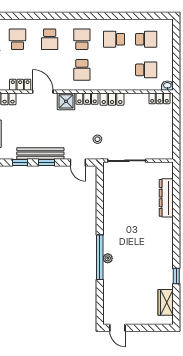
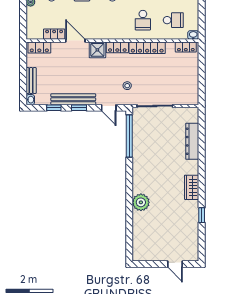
school desk: (82, 70) -> (143, 20), moved
locker: (112, 99) -> (147, 48), width x1.53
window: (100, 257) -> (129, 136), moved
plant: (108, 258) -> (141, 202), width x1.88, depth x1.88
wardrobe: (166, 302) -> (192, 187), moved
door: (117, 328) -> (175, 264), moved

